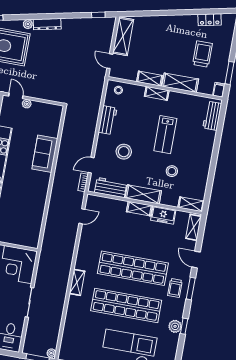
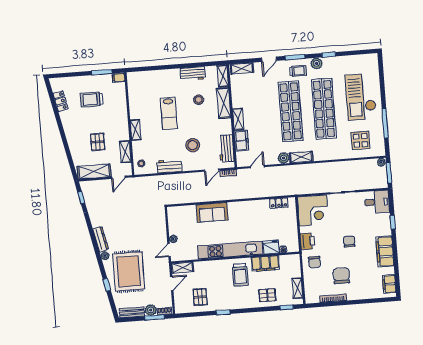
pallet: (154, 48) -> (97, 142), added
shelving: (150, 79) -> (125, 152), moved
shelving: (180, 83) -> (121, 112), removed
workbench: (212, 116) -> (193, 74), moved
lab bench: (165, 135) -> (169, 113), turned 90
door: (91, 165) -> (212, 170), hinge flipped
shelving: (143, 194) -> (224, 103), moved
freezer: (163, 215) -> (241, 141), moved
door: (82, 216) -> (257, 167), hinge flipped
locker: (36, 229) -> (279, 203), added
plant: (84, 247) -> (283, 158), added
shelving: (77, 282) -> (301, 157), moved
plant: (175, 326) -> (316, 63), moved
display table: (81, 337) -> (360, 140), added

